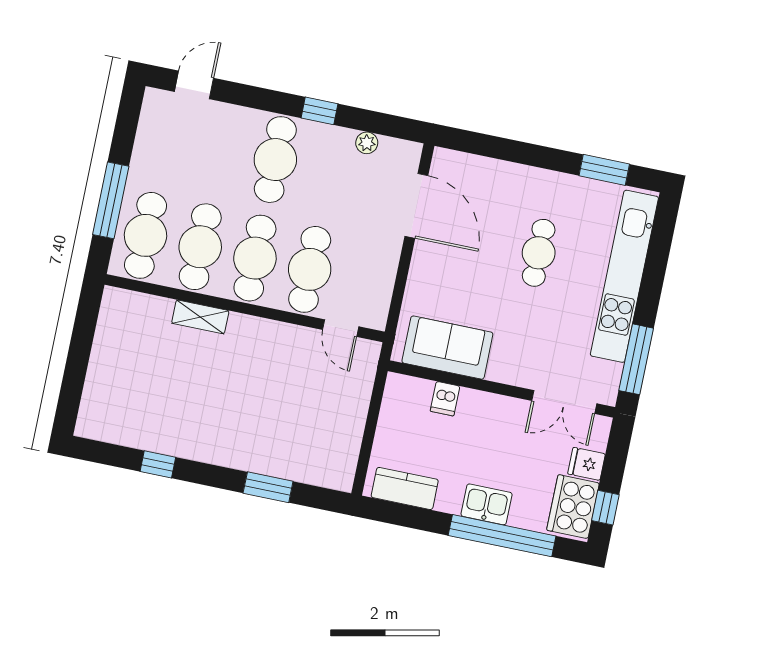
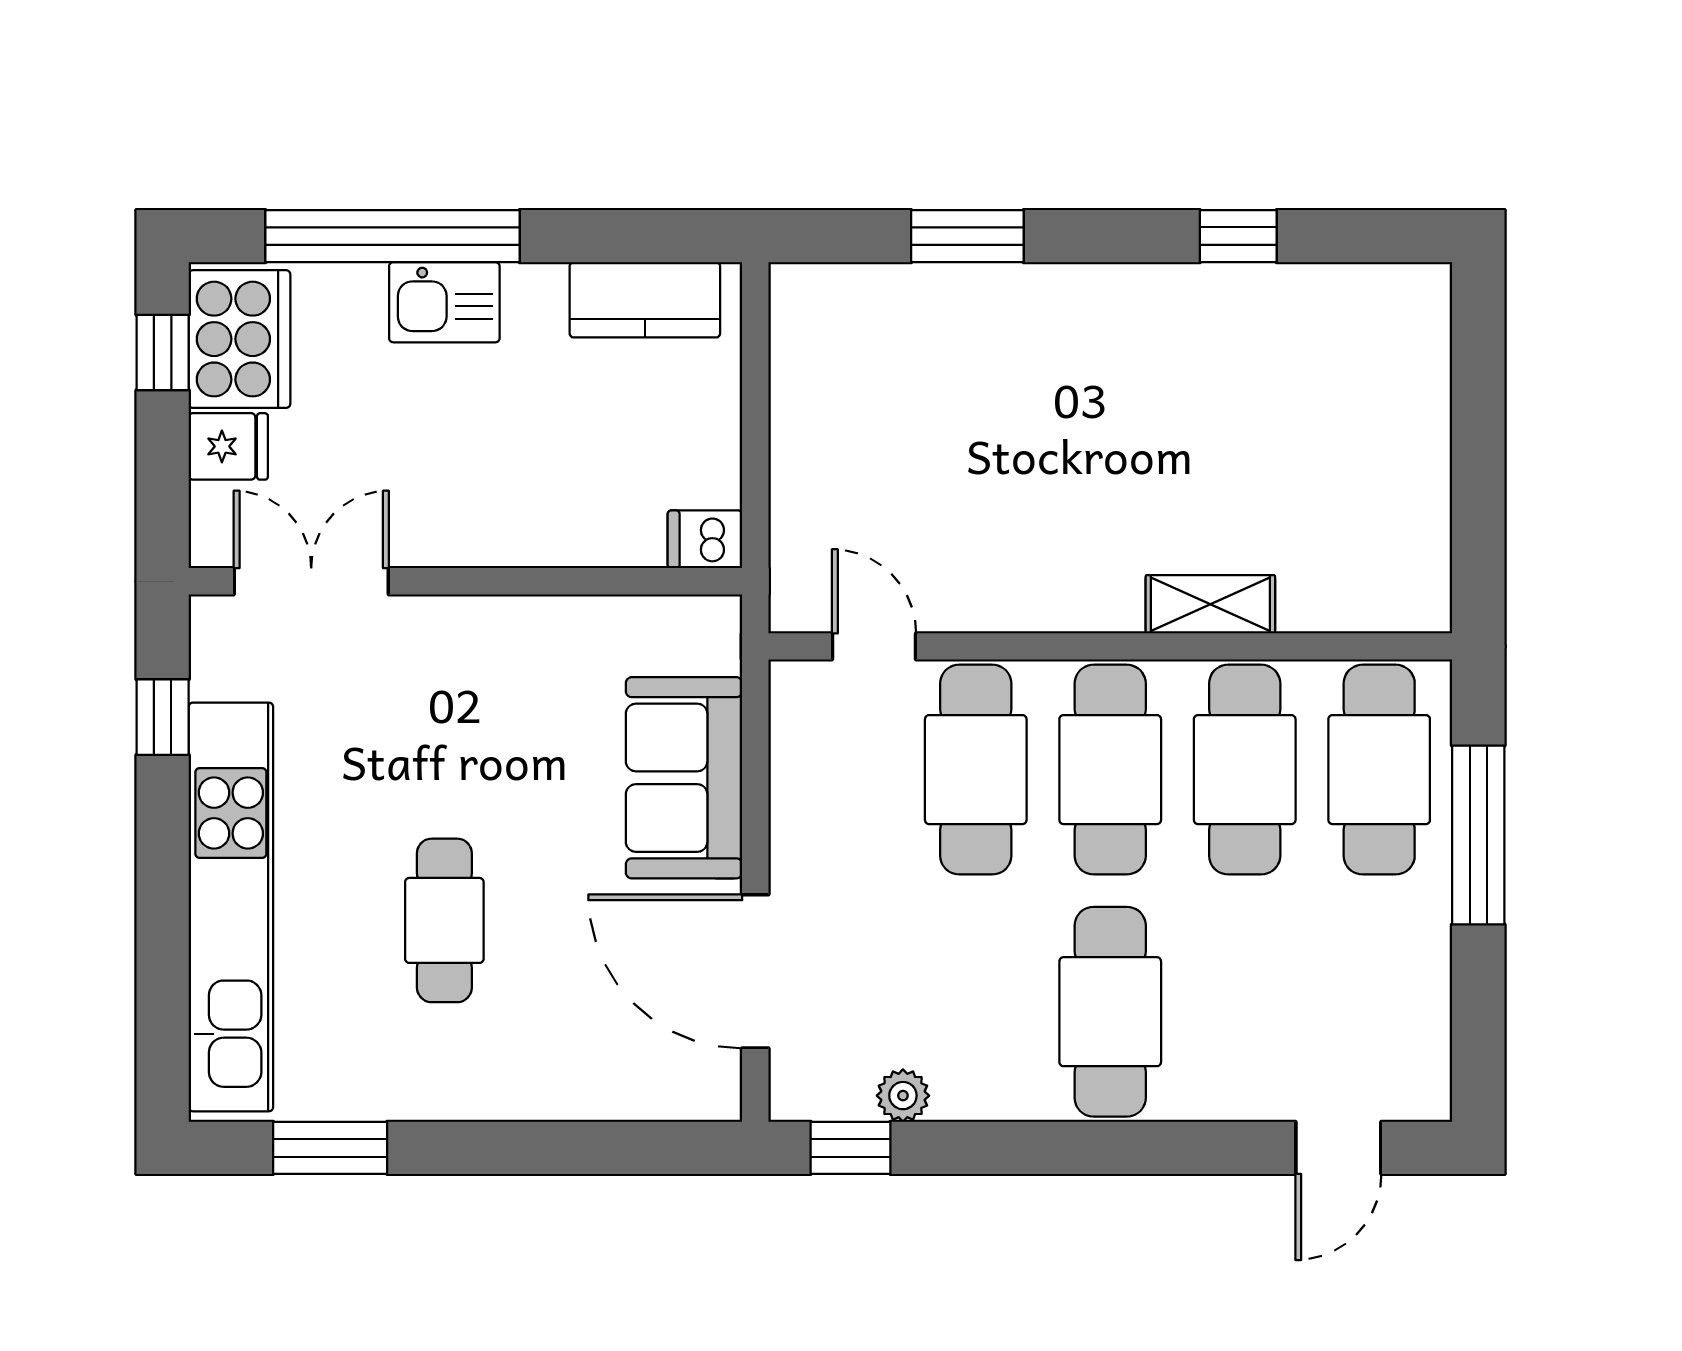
window: (319, 111) -> (850, 1148), moved
sofa: (447, 348) -> (684, 778), moved, turned 90
window: (636, 359) -> (163, 717), width x0.46
dishwasher: (445, 399) -> (705, 539), moved, turned -90

